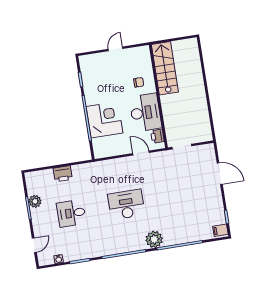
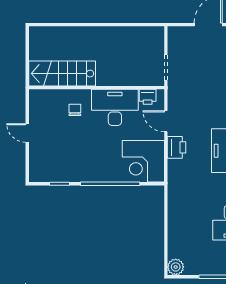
corner desk: (105, 120) -> (143, 161), moved, turned -90
door: (141, 153) -> (166, 121), hinge flipped
printer: (63, 174) -> (177, 147), moved
plant: (35, 201) -> (176, 267), moved

